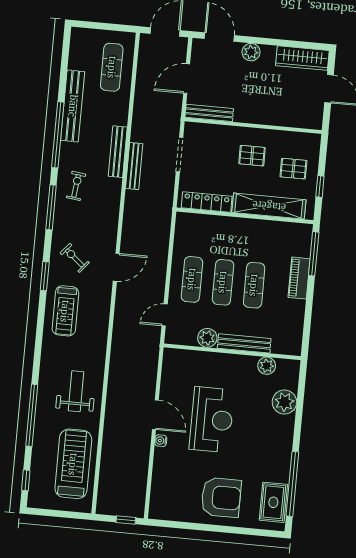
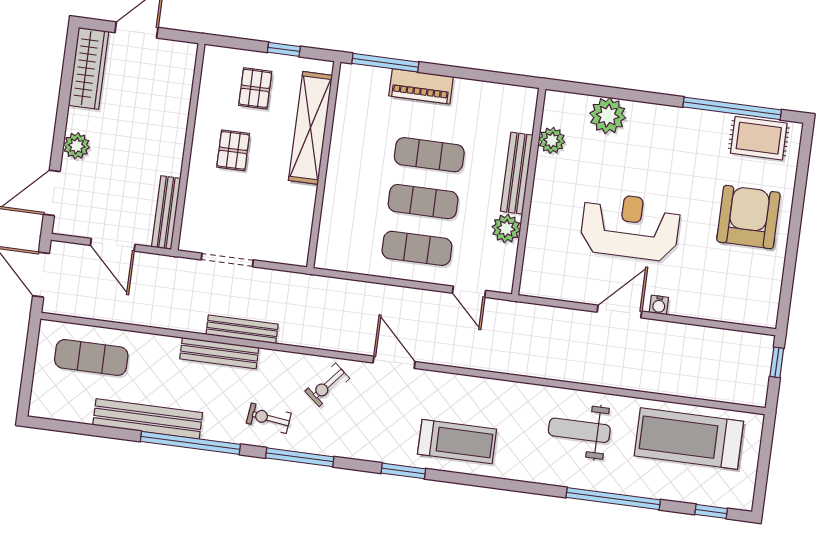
locker: (207, 202) -> (301, 222), removed
exercise bike: (75, 258) -> (327, 385), moved

